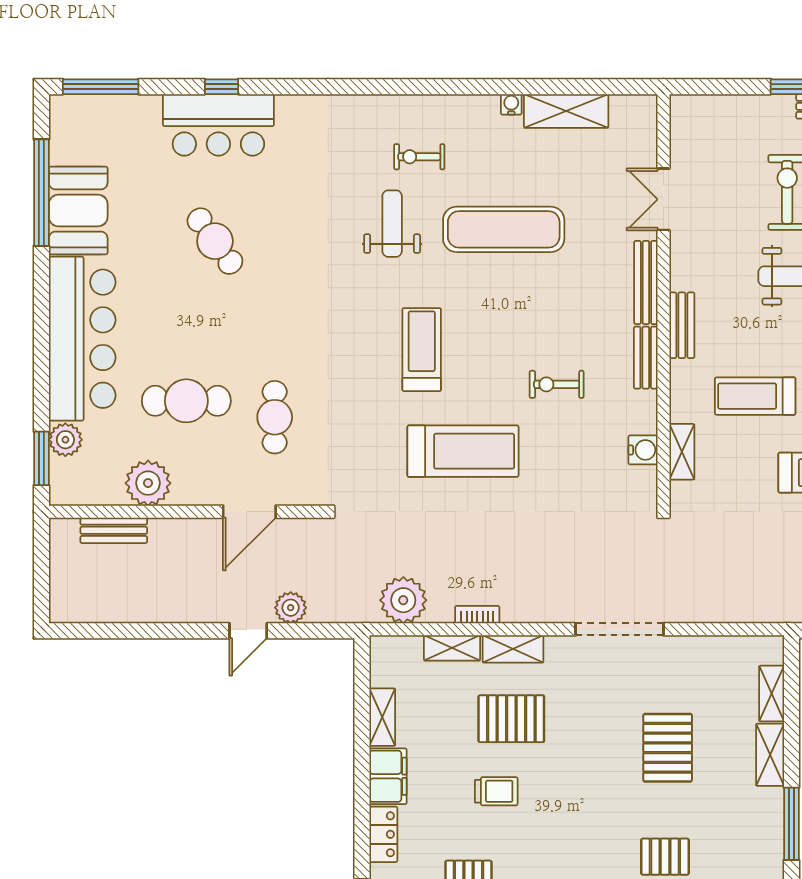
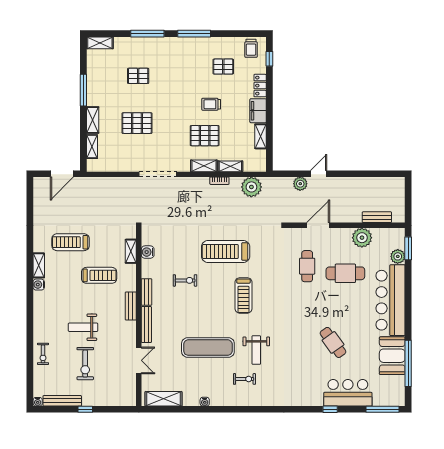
shelving: (566, 111) -> (164, 399), moved
bar counter: (218, 125) -> (348, 393), moved
pallet: (668, 748) -> (137, 123), turned 90

